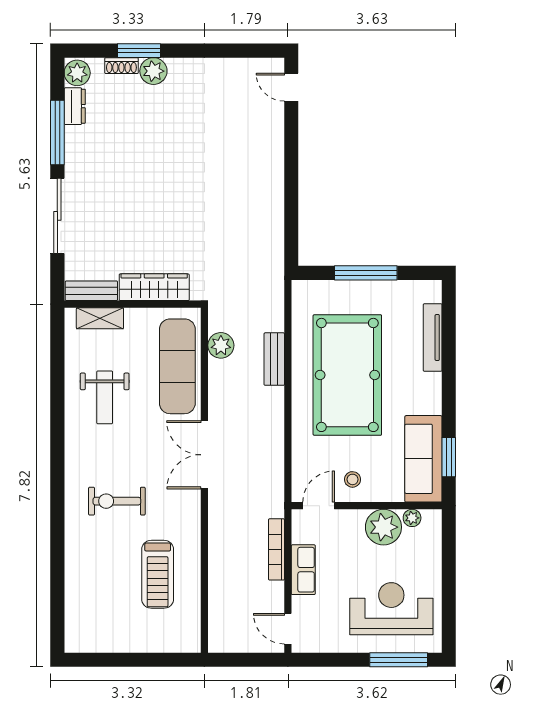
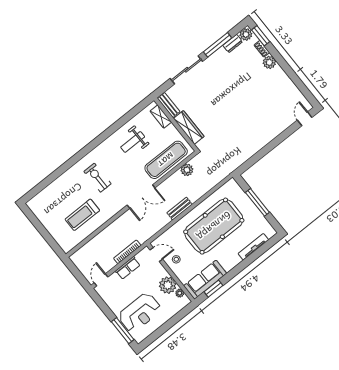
window: (139, 51) -> (261, 36), moved
bench: (274, 359) -> (180, 209), moved
double door: (204, 455) -> (141, 197), swing flipped
reception desk: (391, 609) -> (140, 313), turned 90

